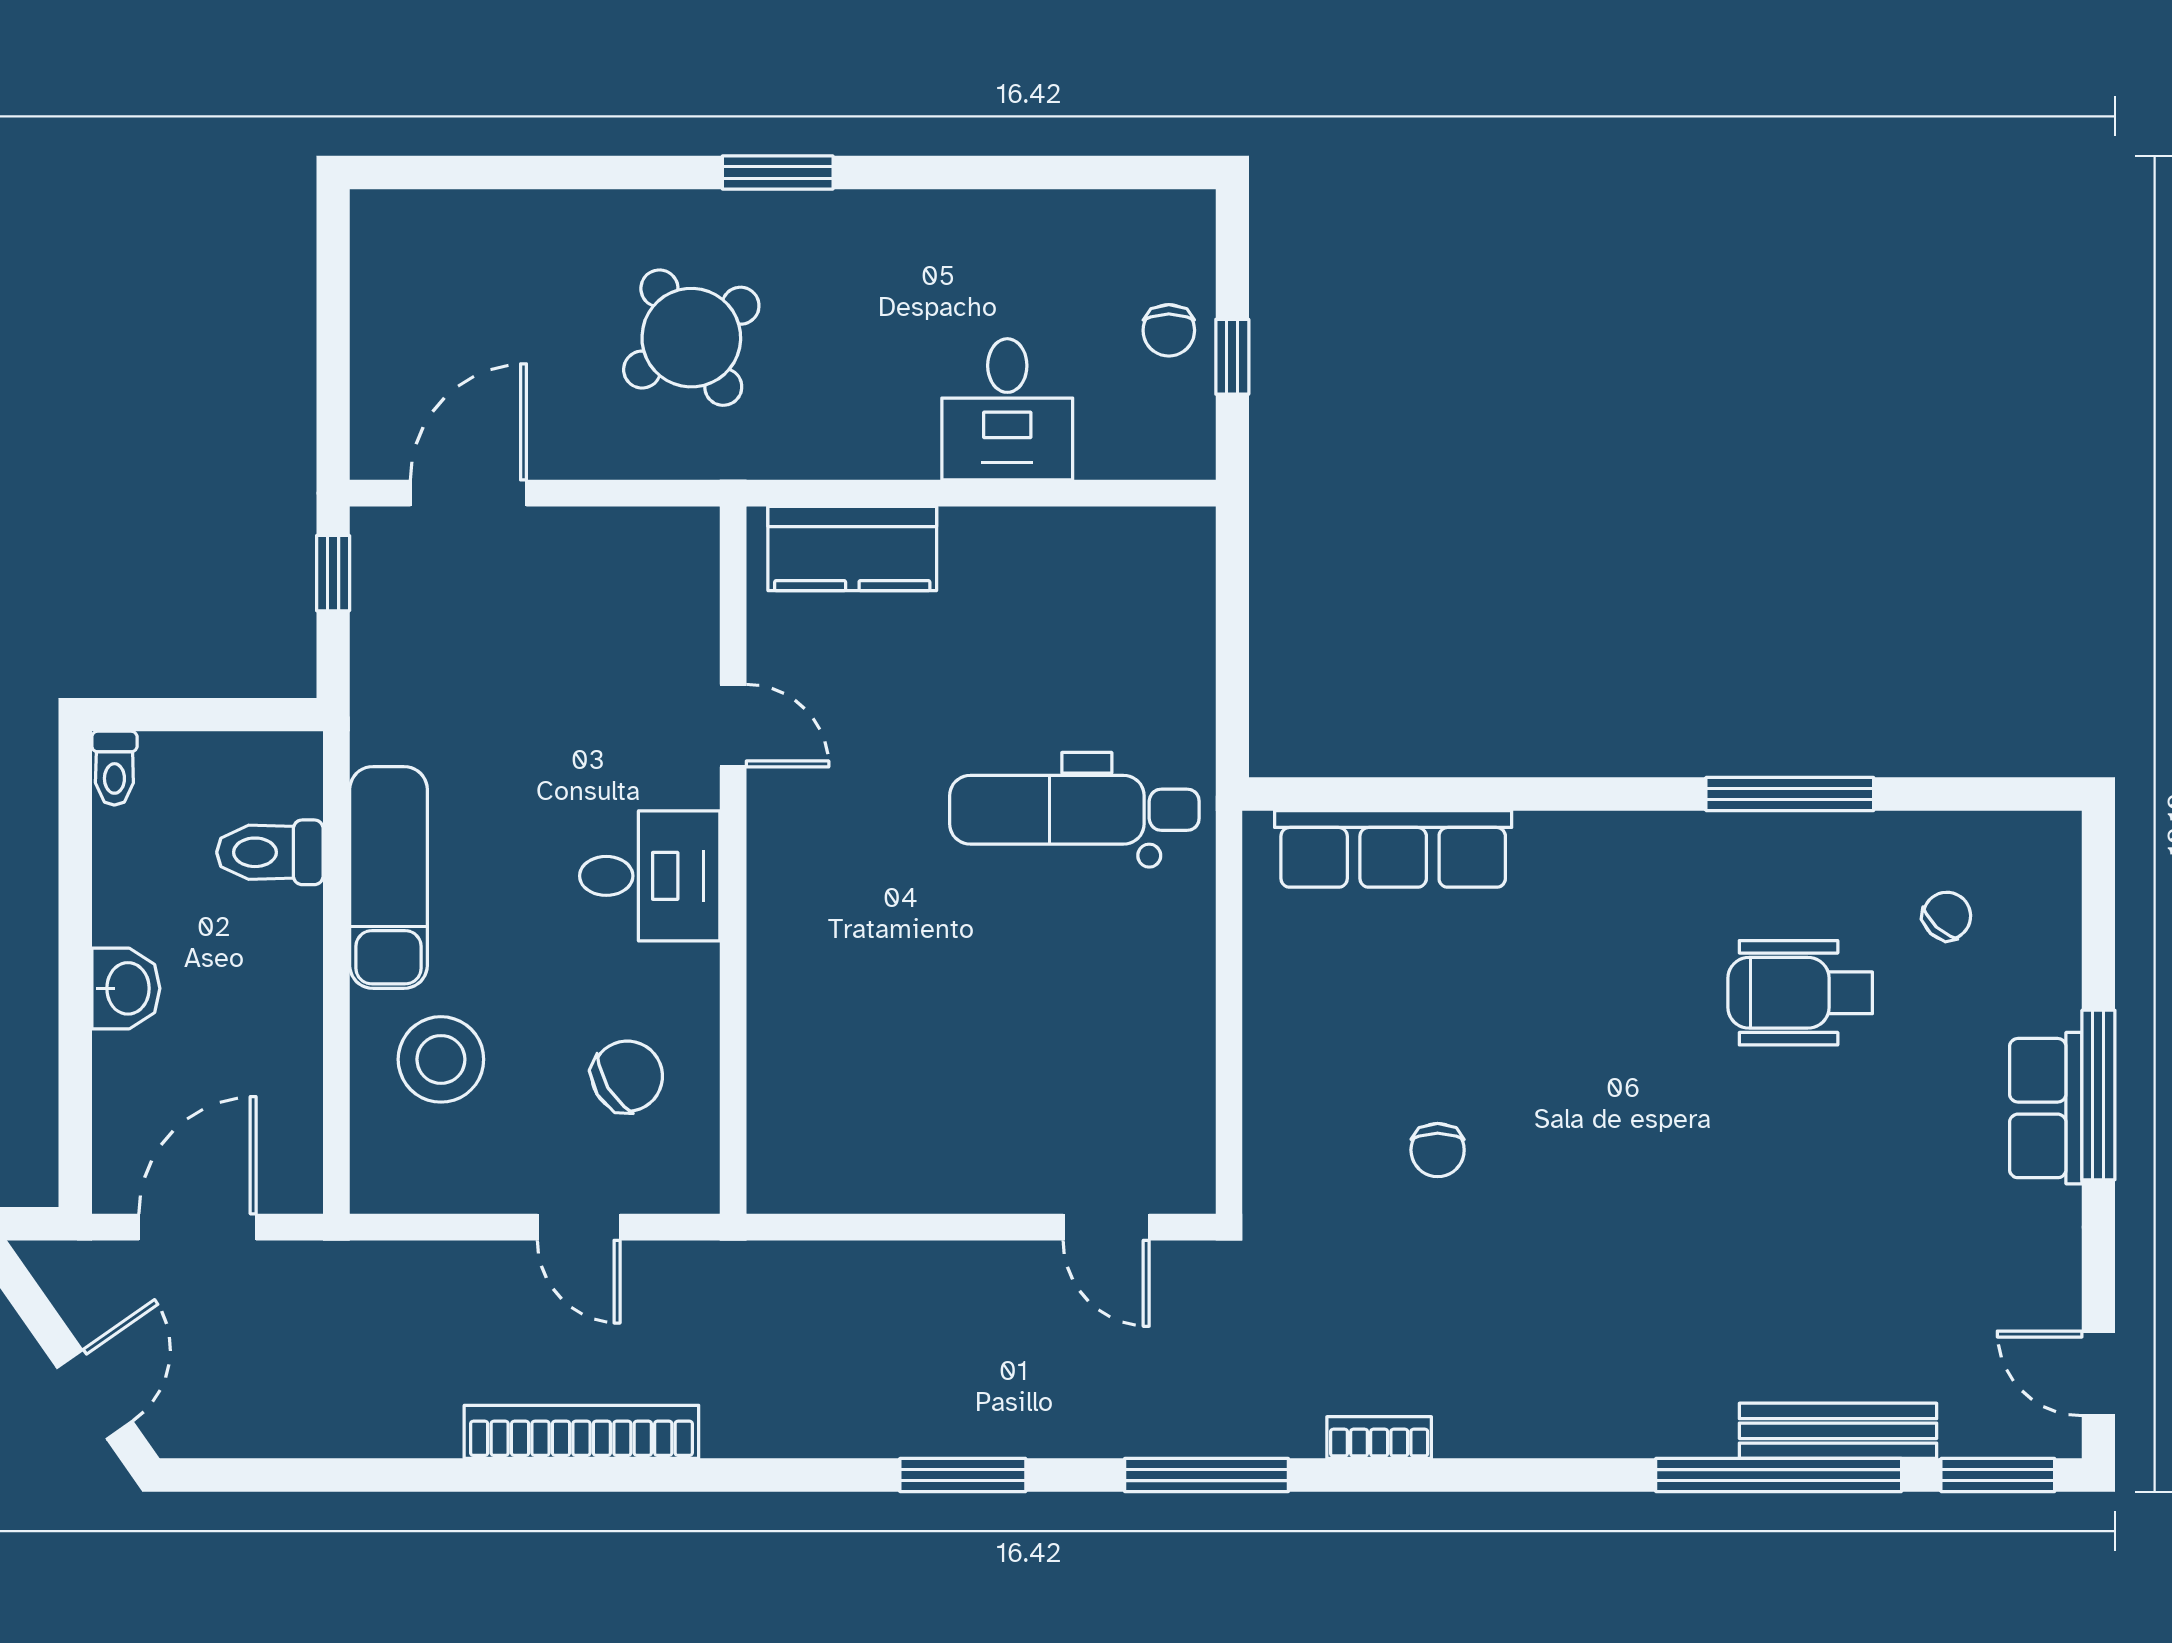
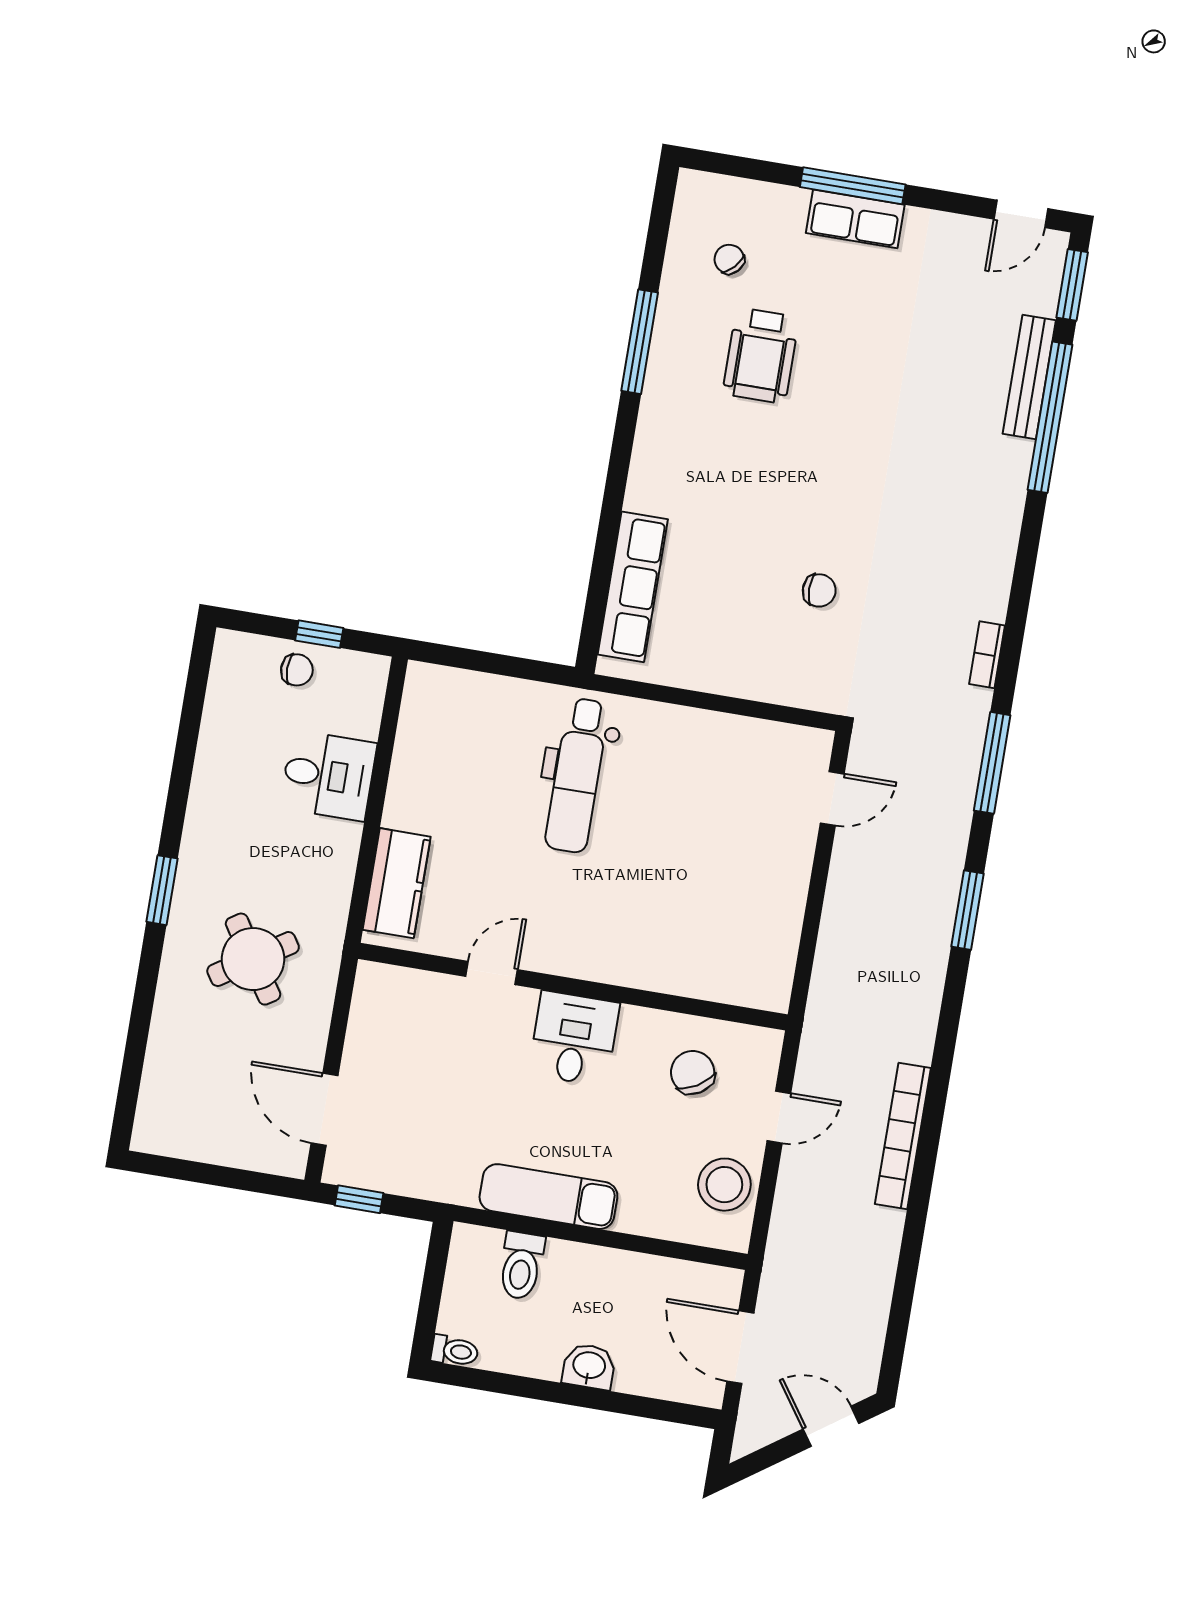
stool: (441, 1059) -> (724, 1185), moved

